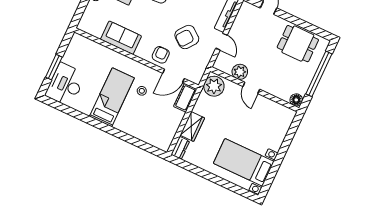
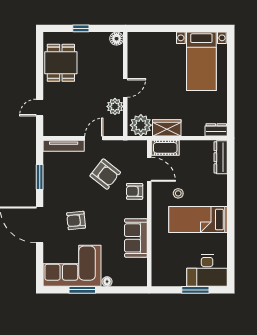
window: (319, 74) -> (81, 28), width x0.32
wardrobe: (192, 126) -> (167, 128), moved
dresser: (155, 141) -> (221, 157), added

